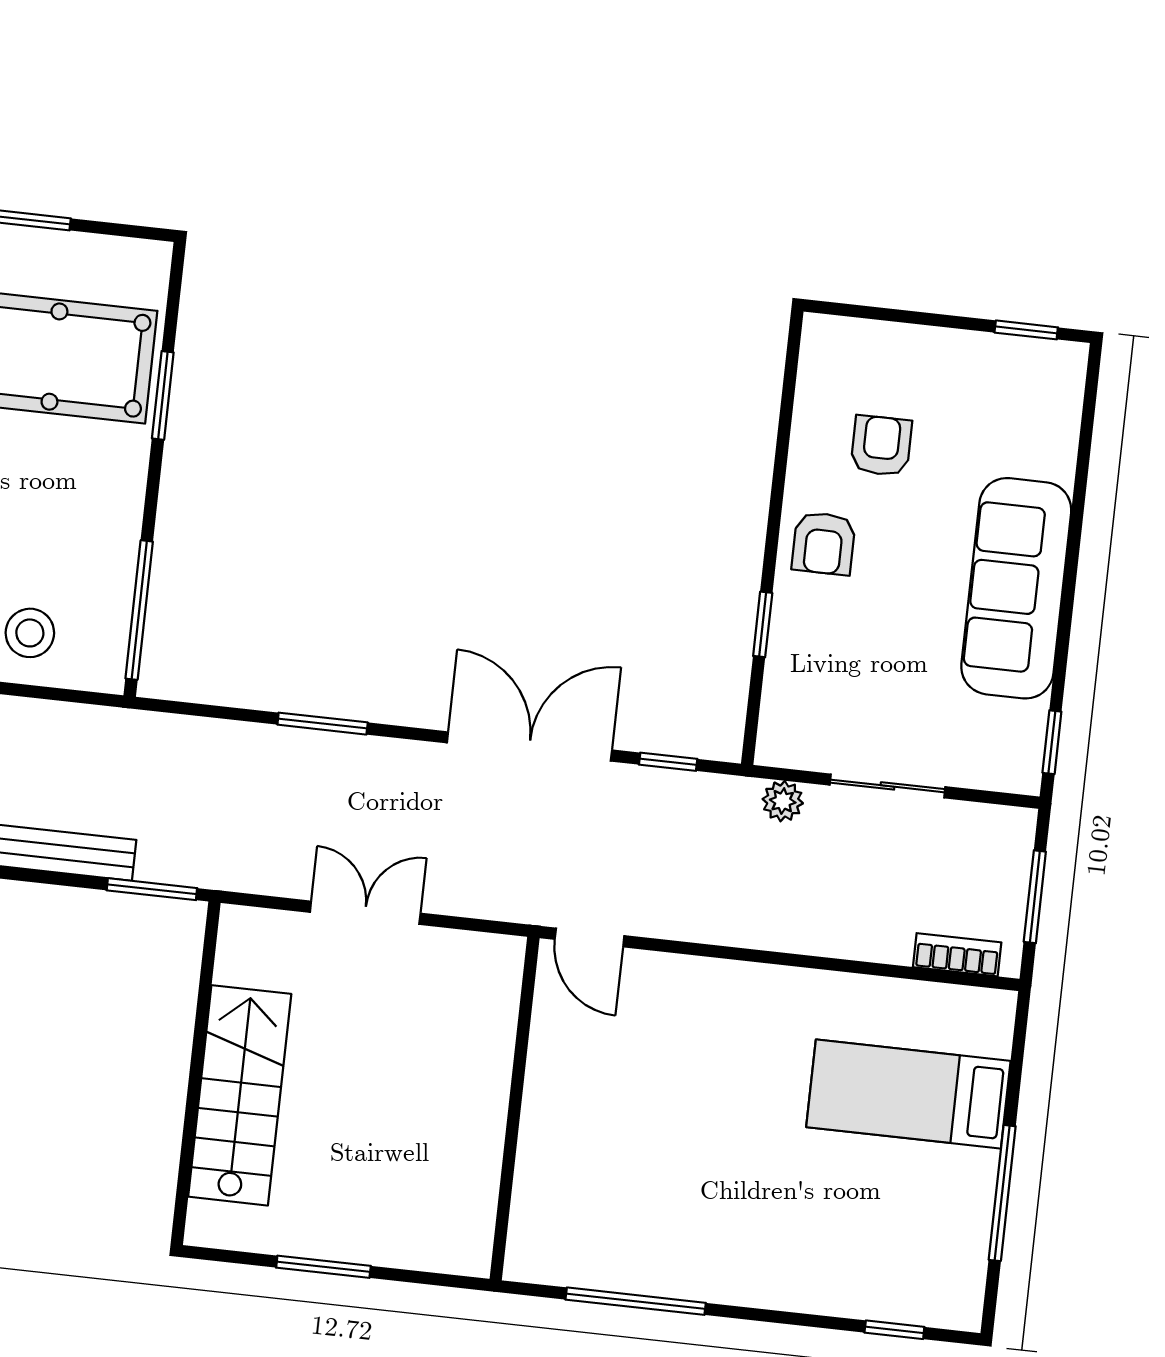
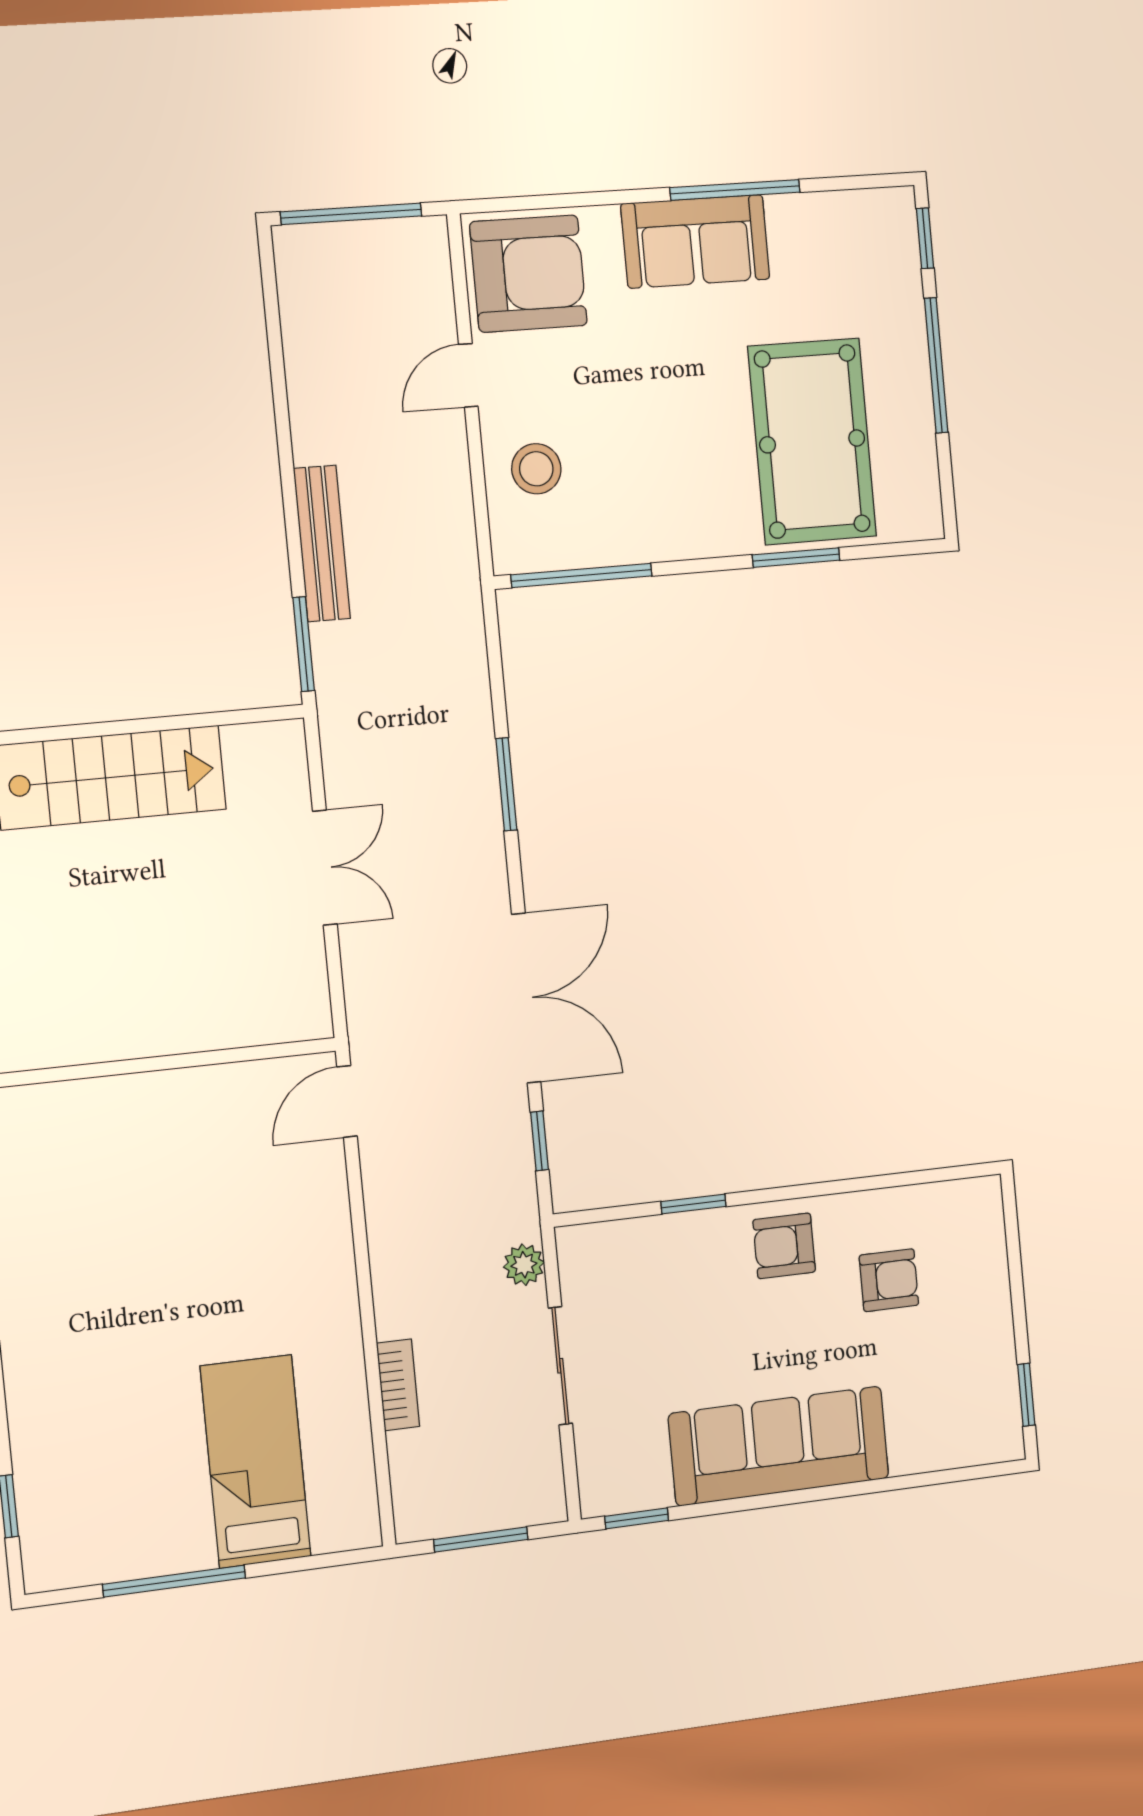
bookcase: (957, 955) -> (398, 1385), moved

